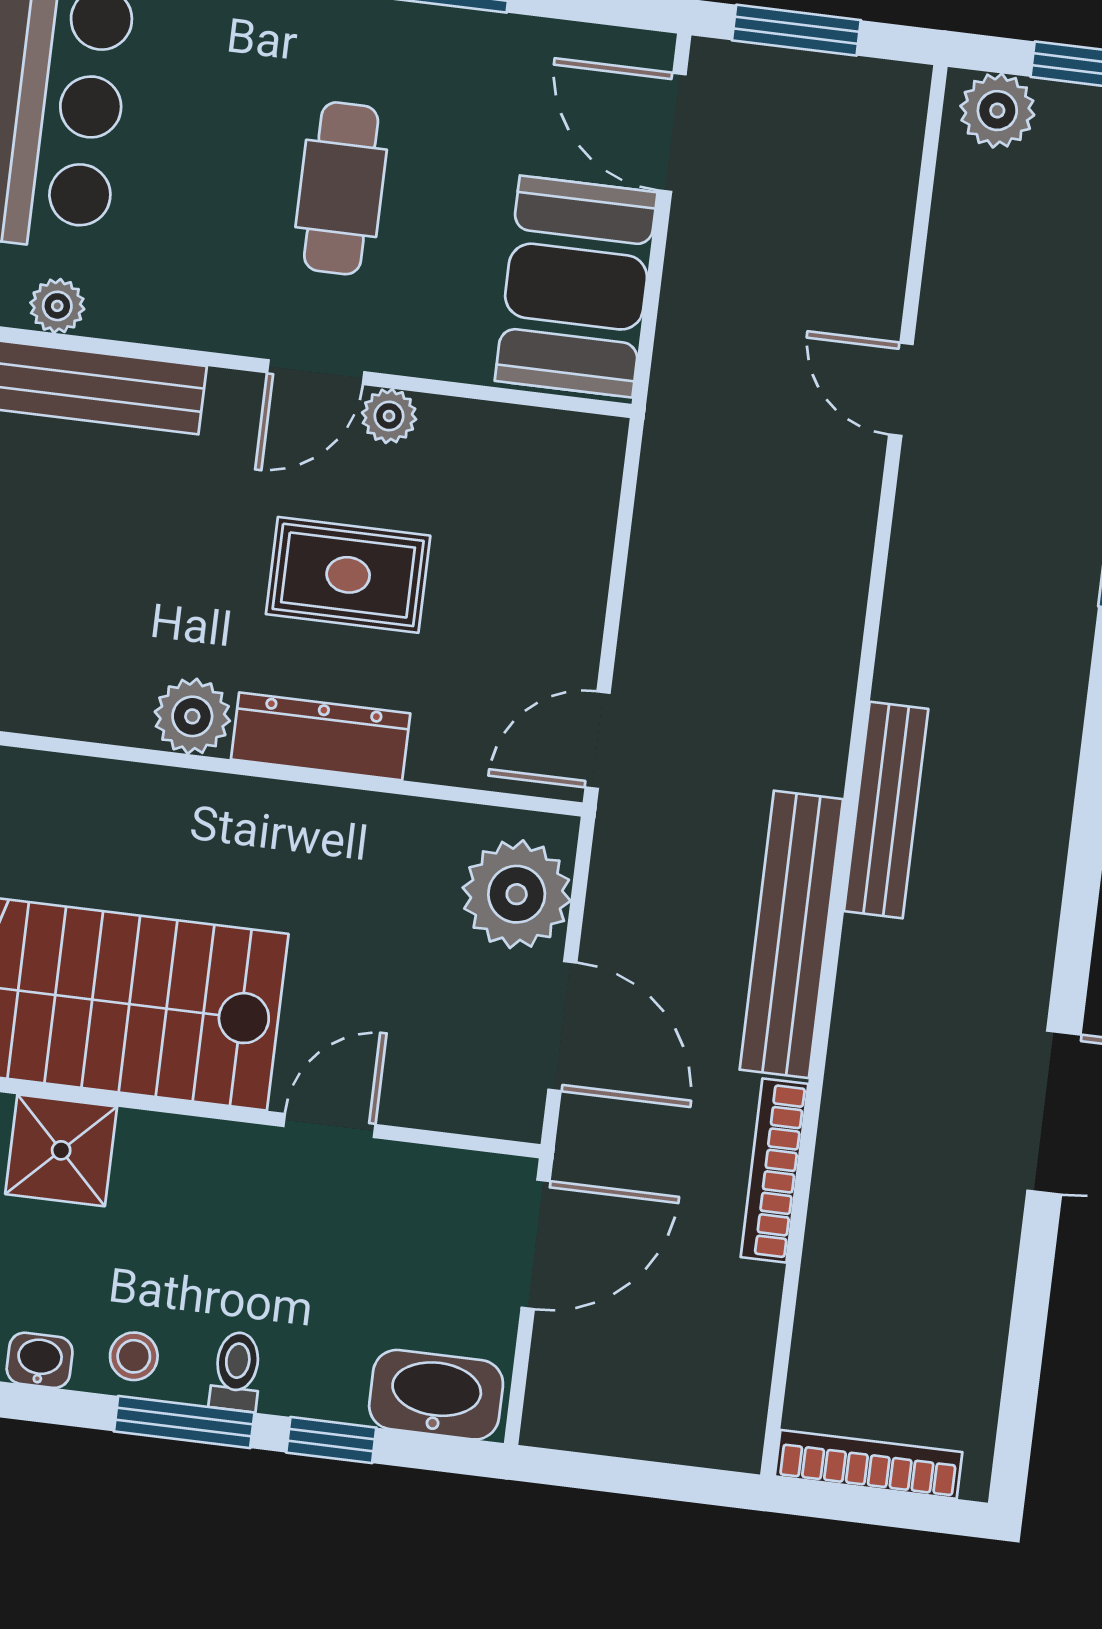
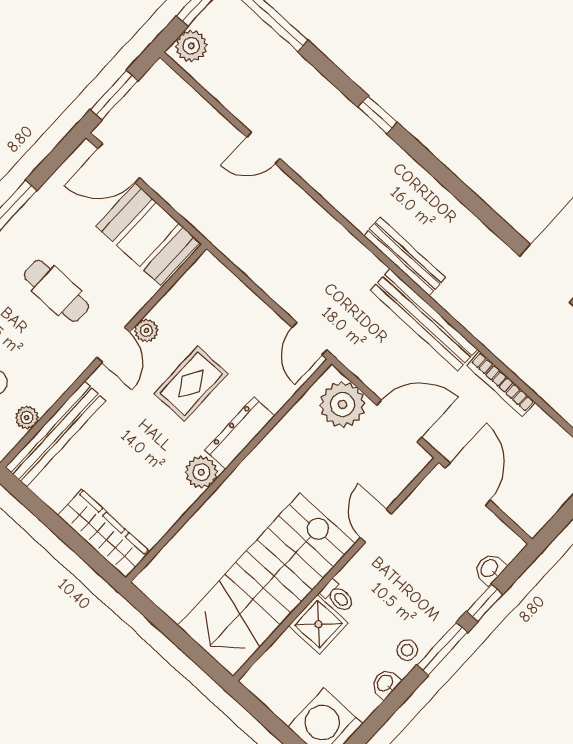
toilet: (236, 1371) -> (338, 596), moved, turned 180
washbasin: (436, 1395) -> (490, 569), width x0.52, depth x0.69

